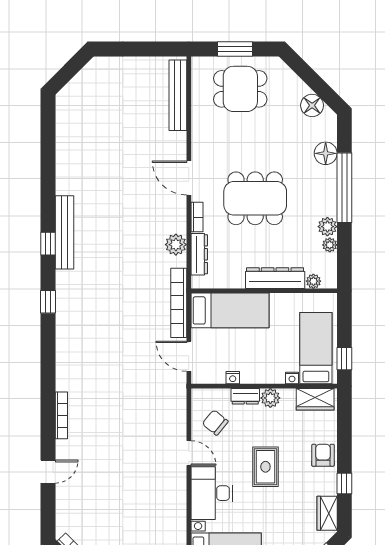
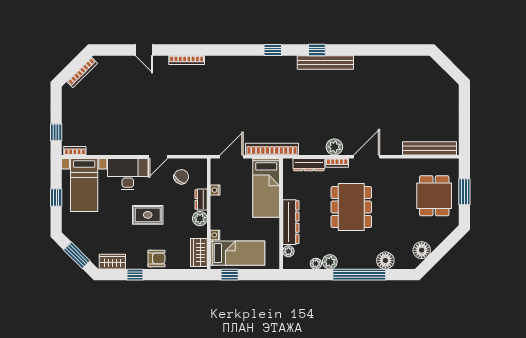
plant: (176, 245) -> (334, 147), moved

